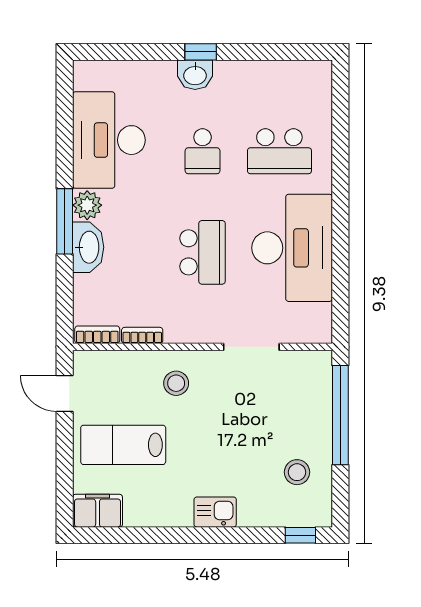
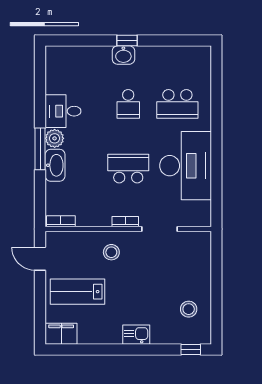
desk: (109, 140) -> (63, 111), width x0.53, depth x0.77
school desk: (203, 252) -> (128, 169), turned -90
bookcase: (142, 335) -> (125, 222), moved
window: (340, 415) -> (216, 273), removed

